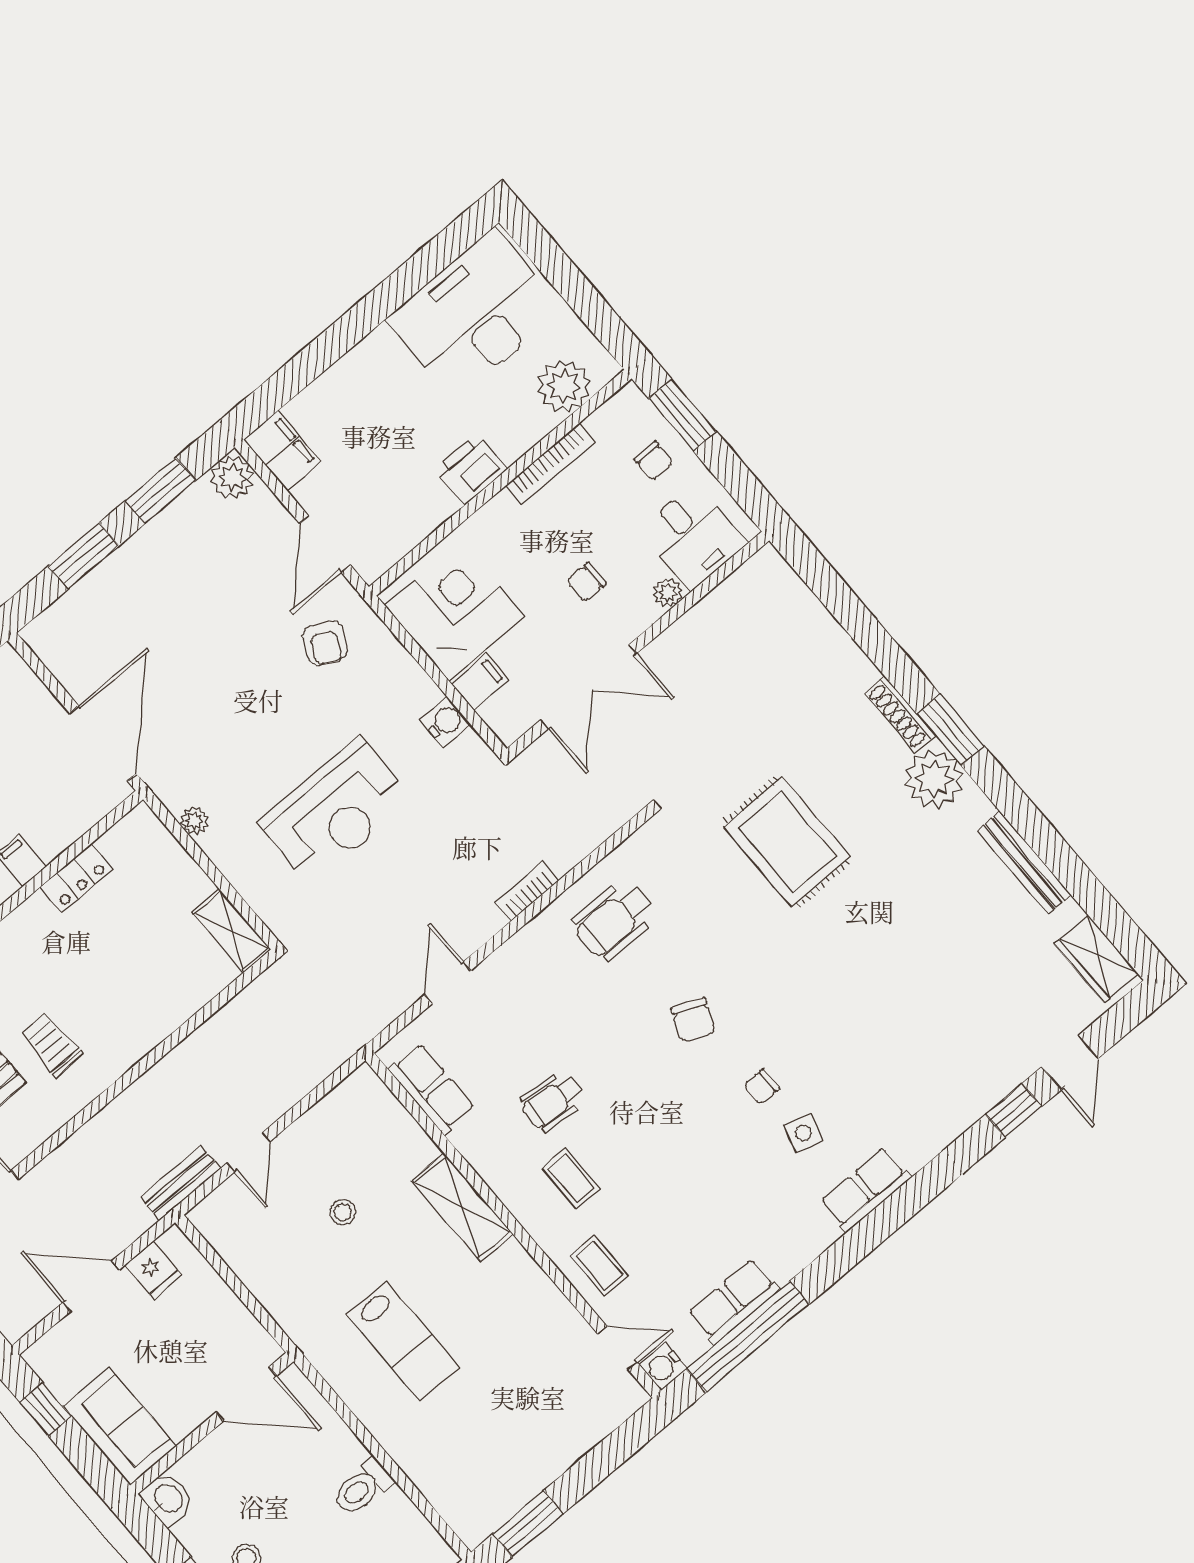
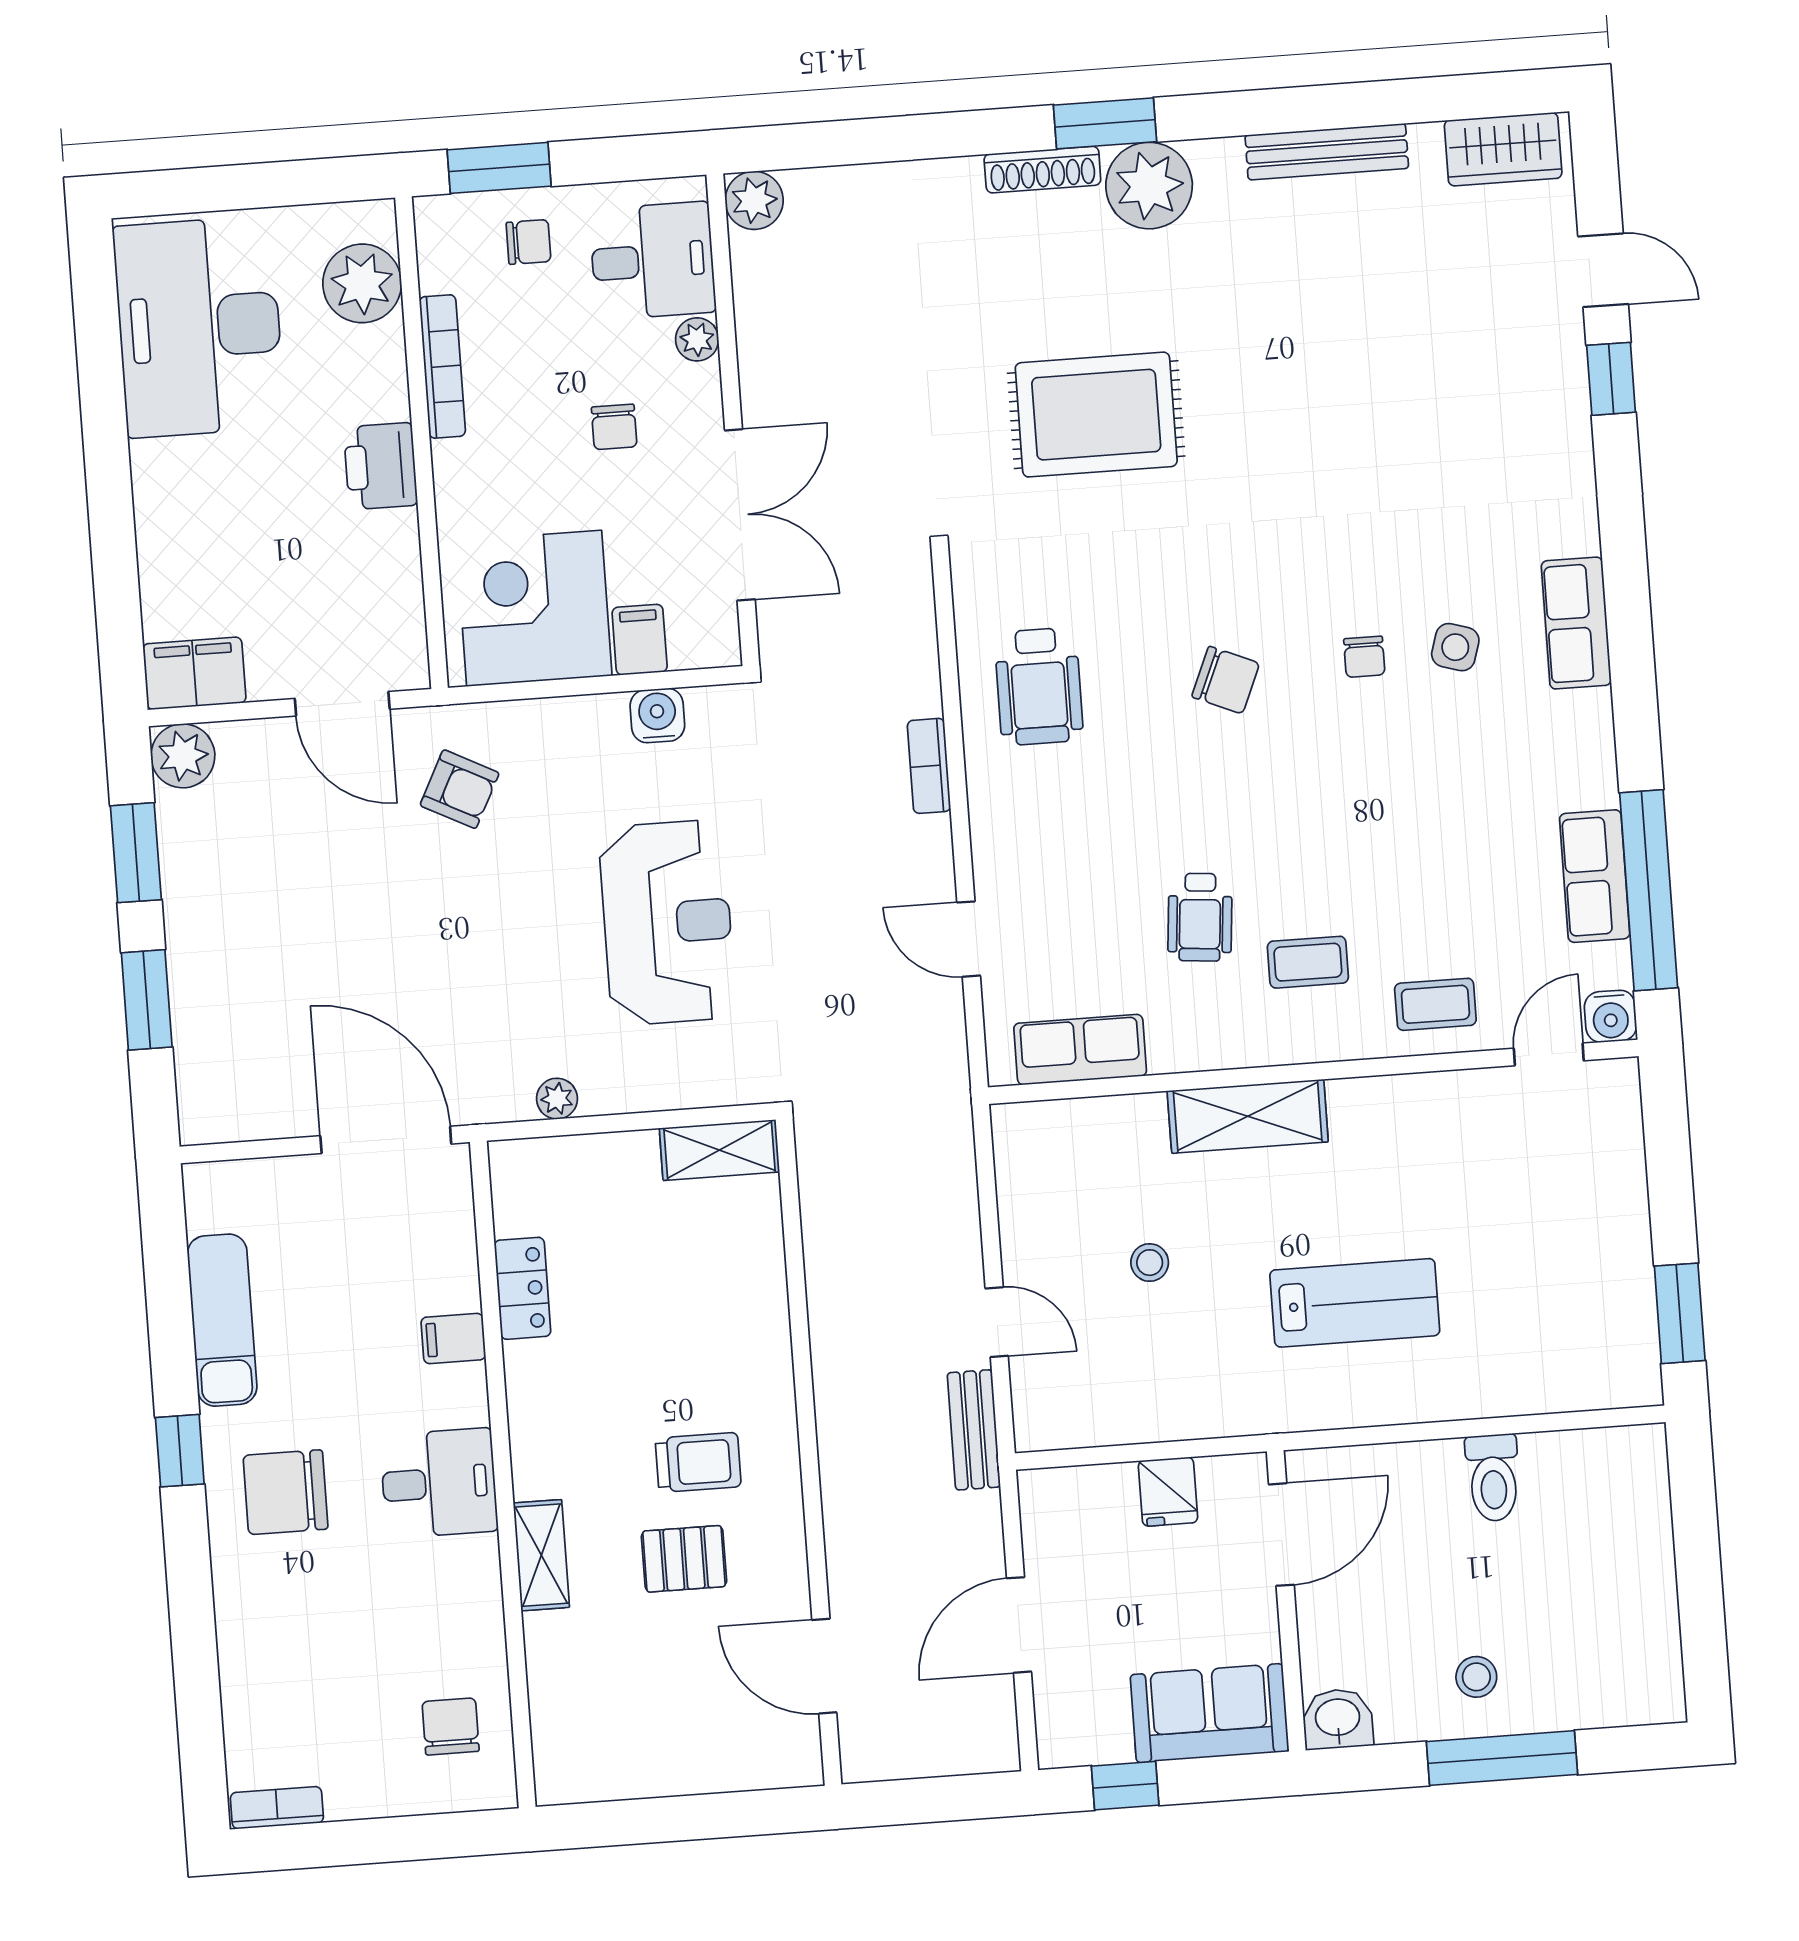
plant: (767, 568) -> (754, 200), added
trolley: (51, 1045) -> (698, 1462), turned 180
fridge: (153, 1270) -> (1168, 1492), moved, turned 90

